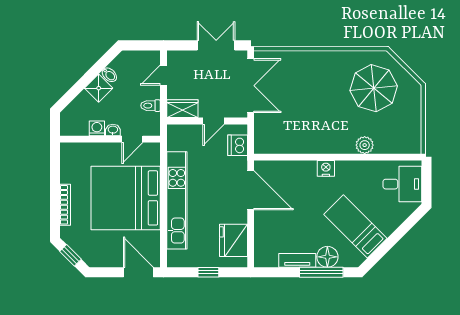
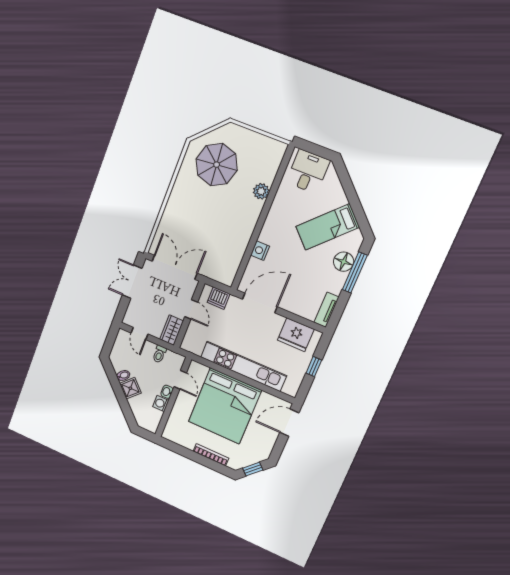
nightstand: (326, 168) -> (260, 251), moved
tv unit: (297, 260) -> (326, 310), moved

